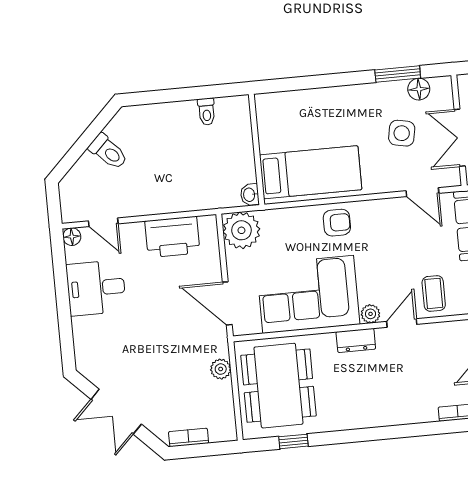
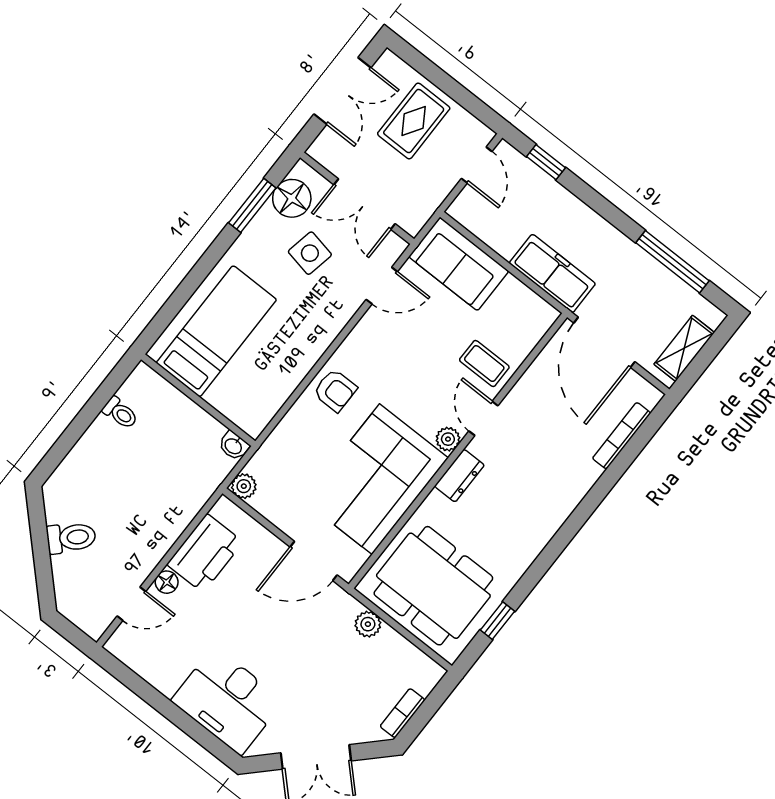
floor lamp: (419, 89) -> (292, 198), width x1.38, depth x1.38
bed: (311, 172) -> (216, 331), moved
armchair: (337, 223) -> (335, 390), turned 90
plant: (241, 230) -> (244, 486), width x0.53, depth x0.53
floor lamp: (72, 237) -> (167, 582), moved
desk: (96, 288) -> (227, 701), moved, width x1.37

